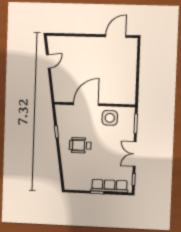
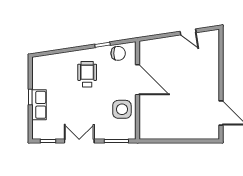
chair: (64, 119) -> (118, 53), added
row of seats: (110, 186) -> (39, 105), width x0.68

